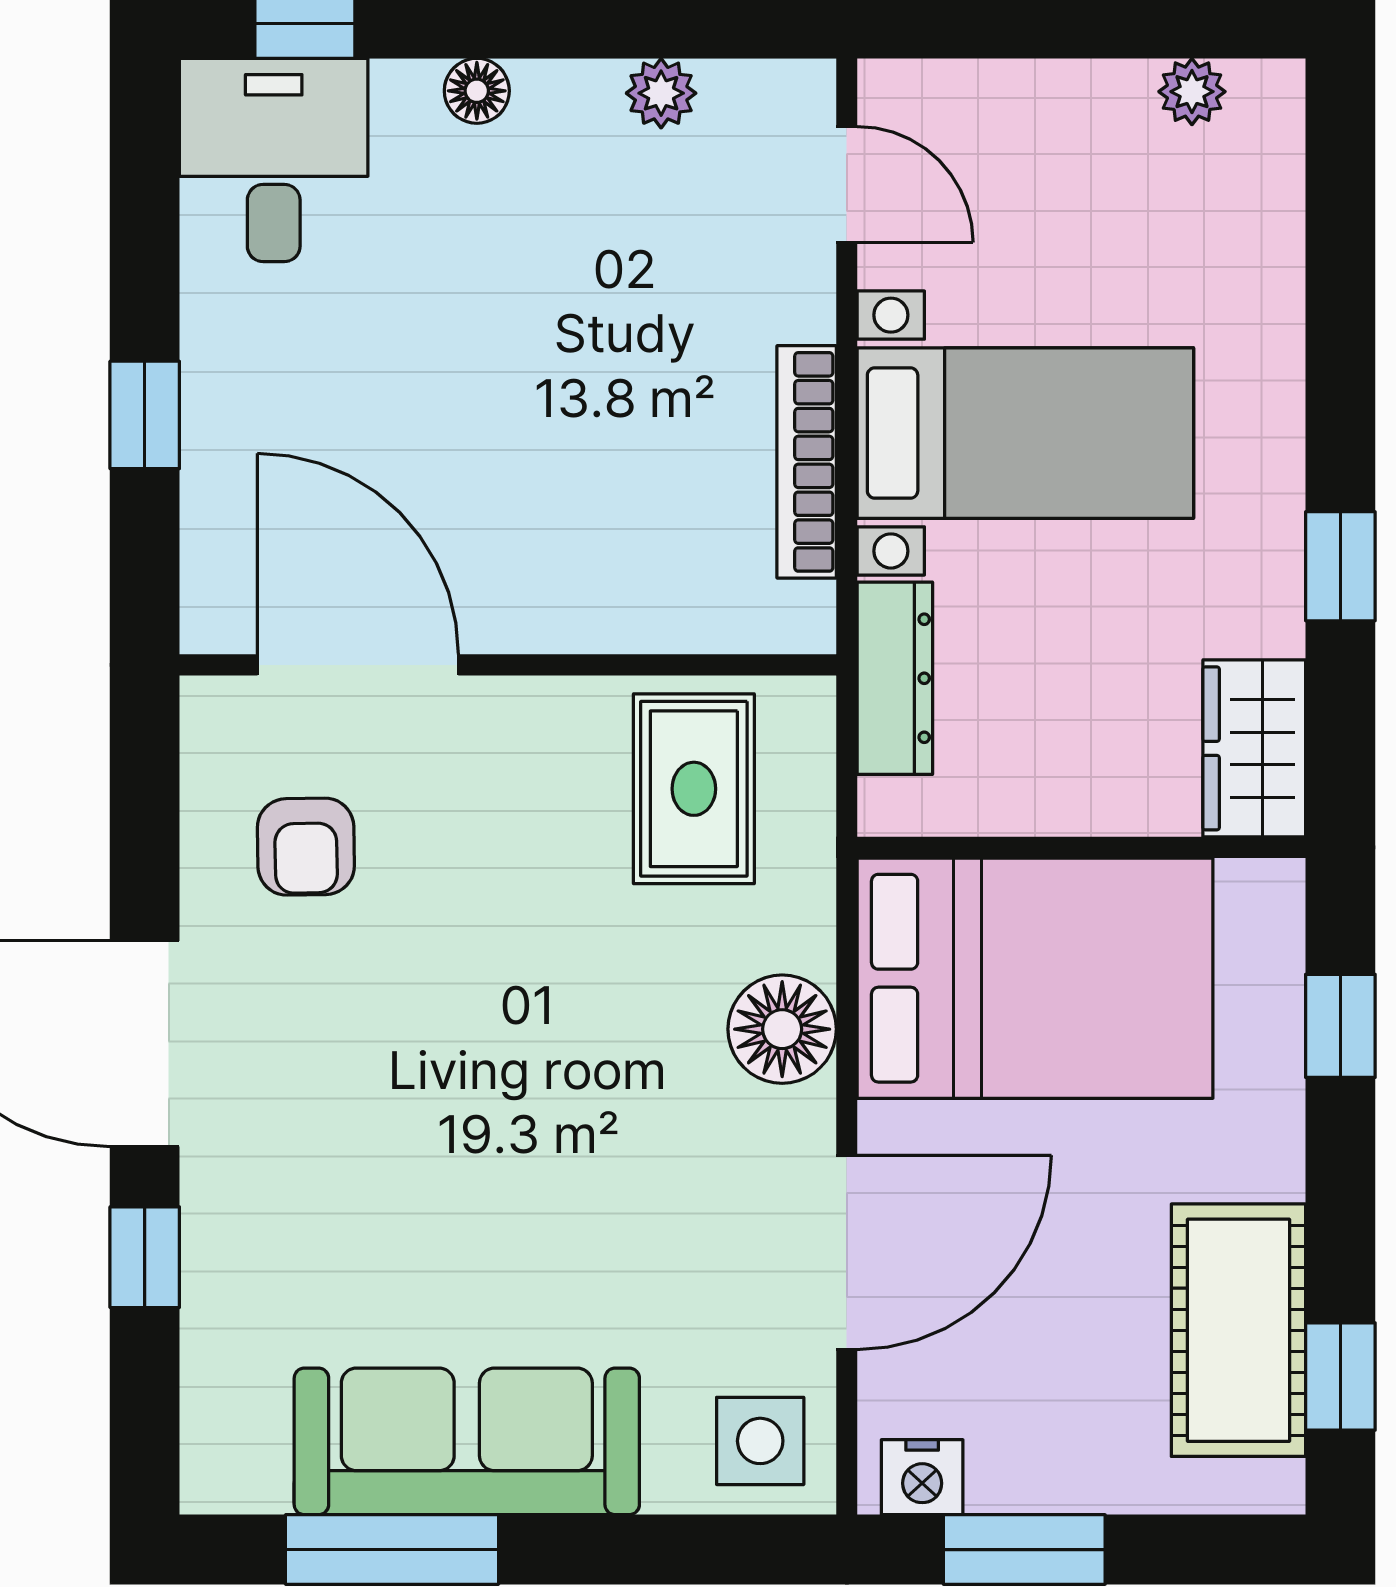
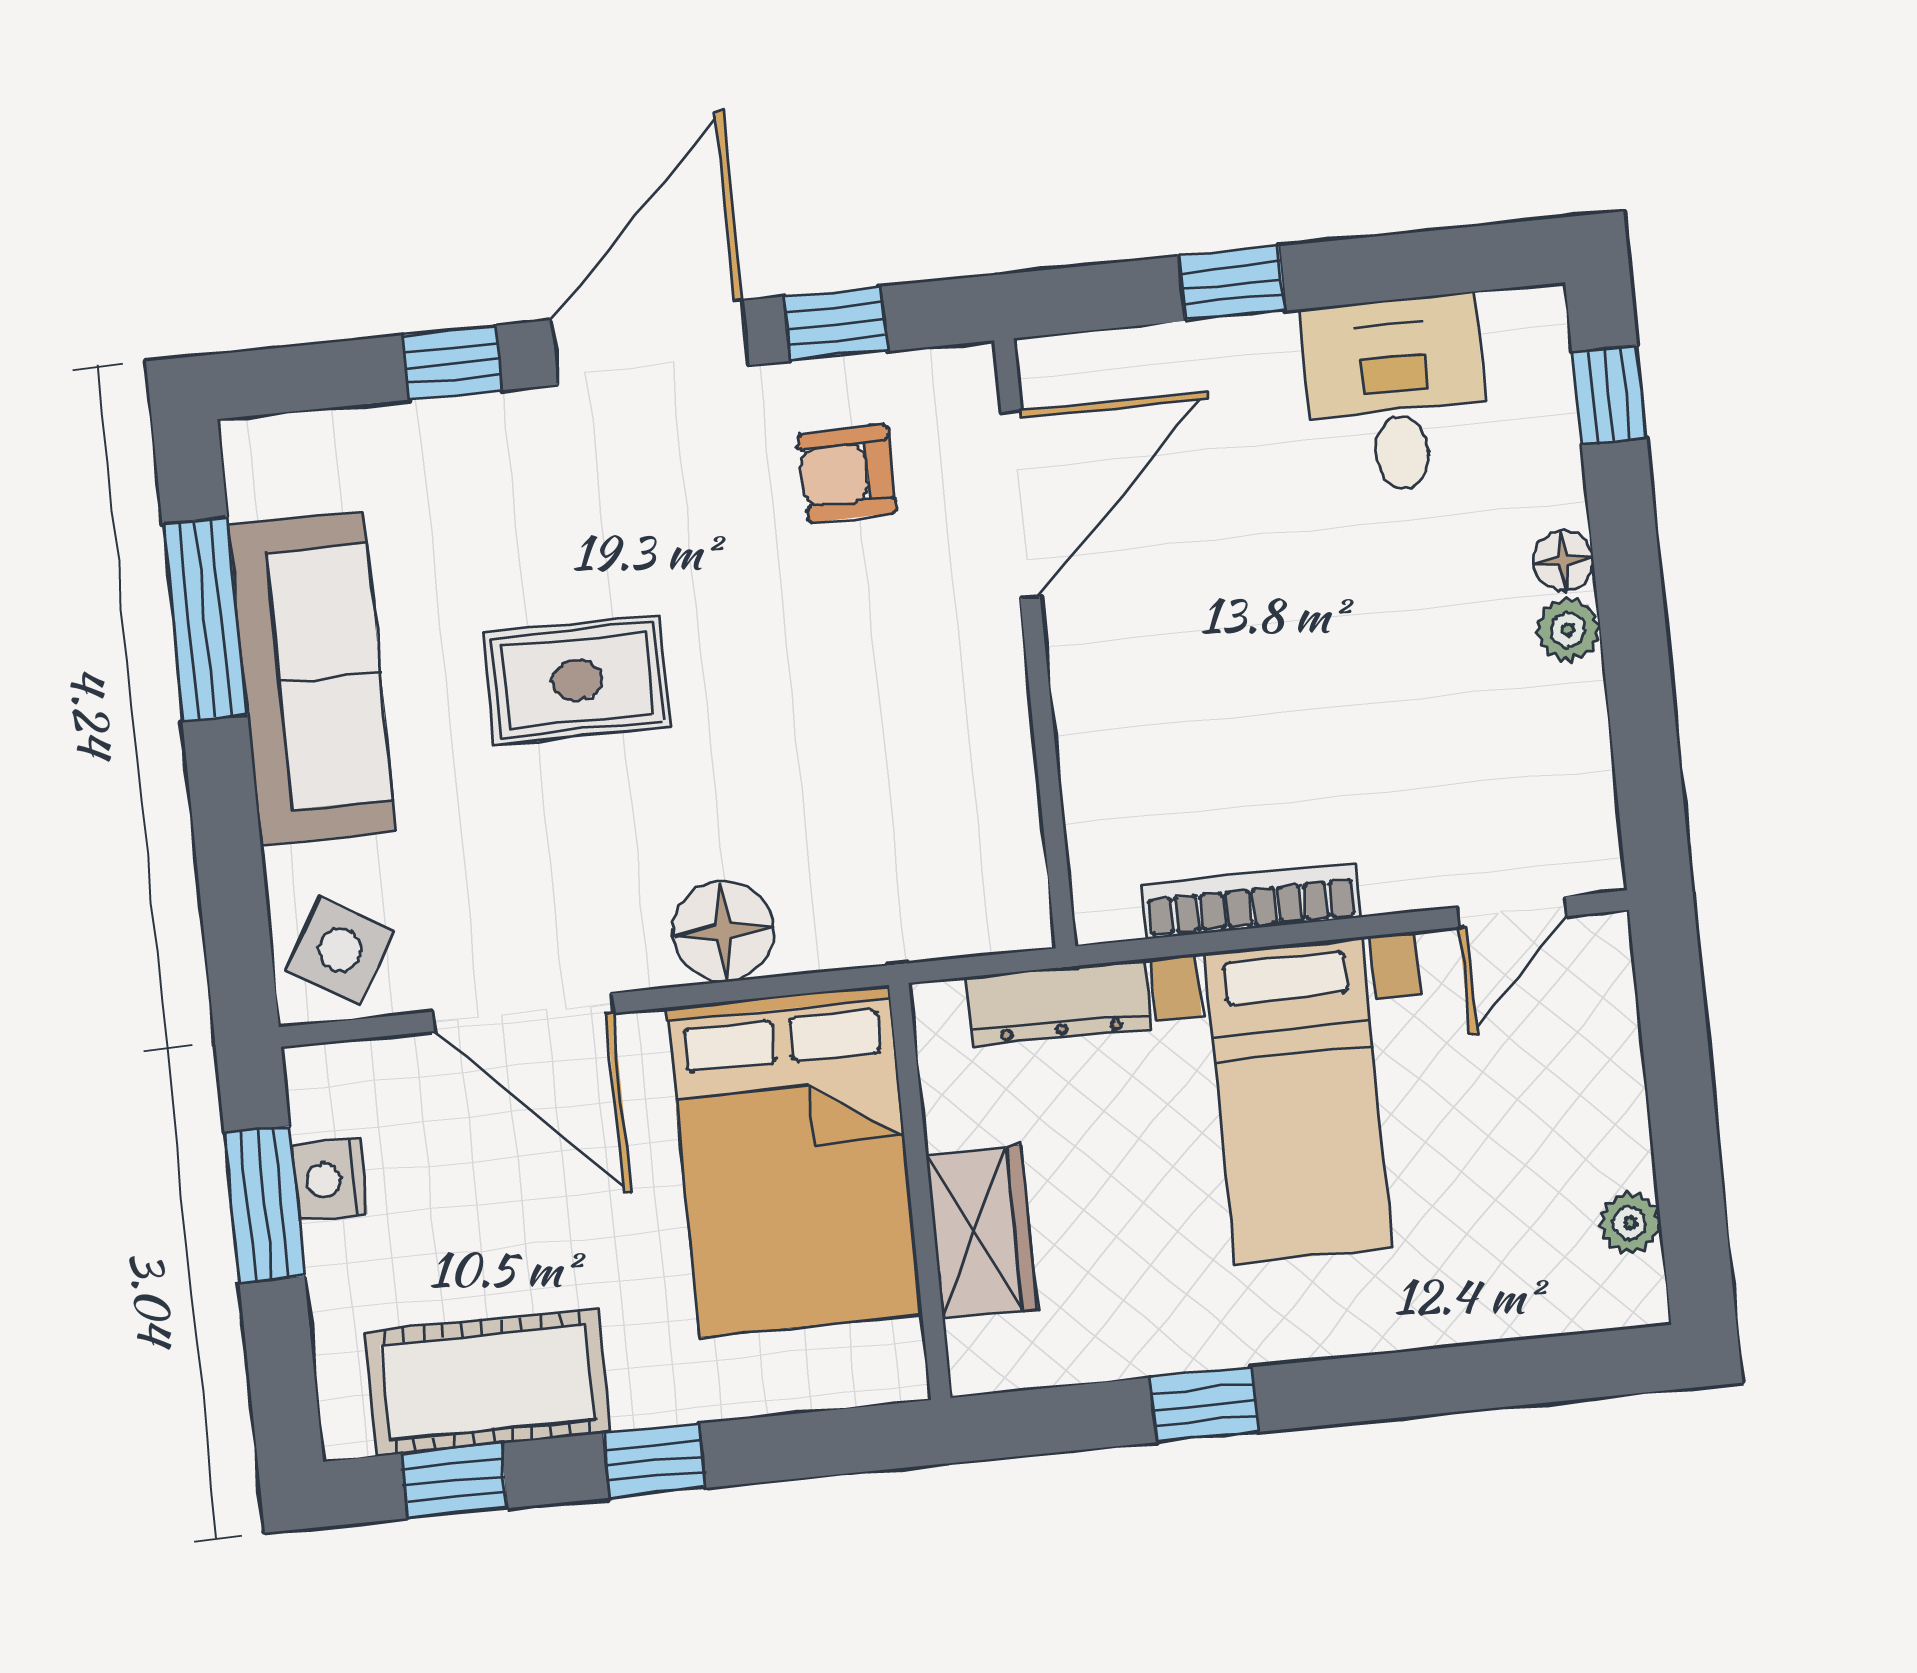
plant: (661, 93) -> (1568, 630), moved
desk: (274, 160) -> (1396, 394), moved, turned -90
wardrobe: (1254, 748) -> (982, 1232), moved, turned 90
rug: (694, 789) -> (577, 680), moved
window: (145, 843) -> (836, 324), added
window: (1340, 1026) -> (654, 1461), moved
side table: (760, 1441) -> (340, 950), turned 31
nightstand: (922, 1477) -> (329, 1180), moved

